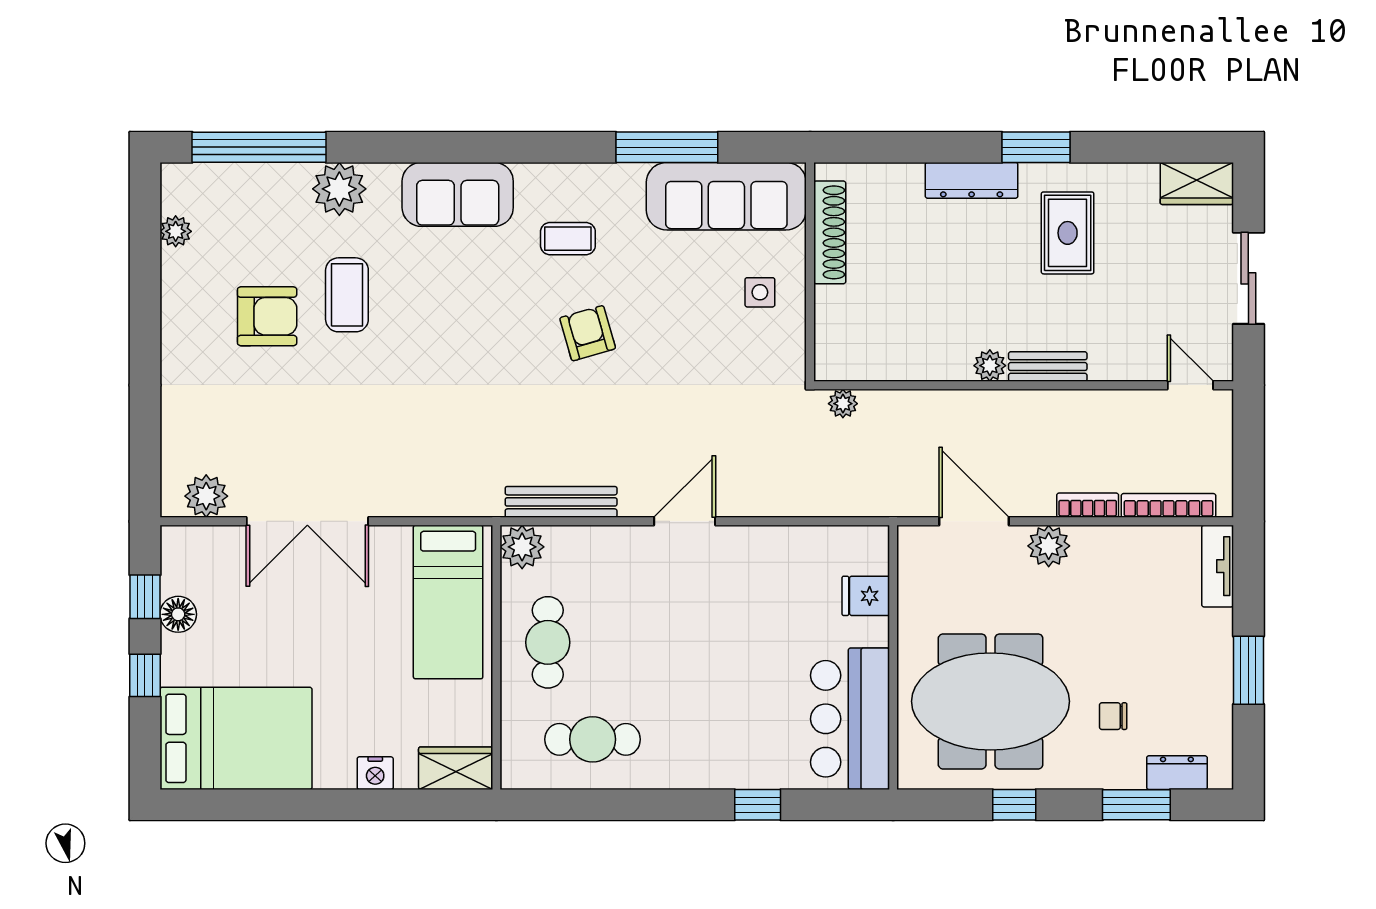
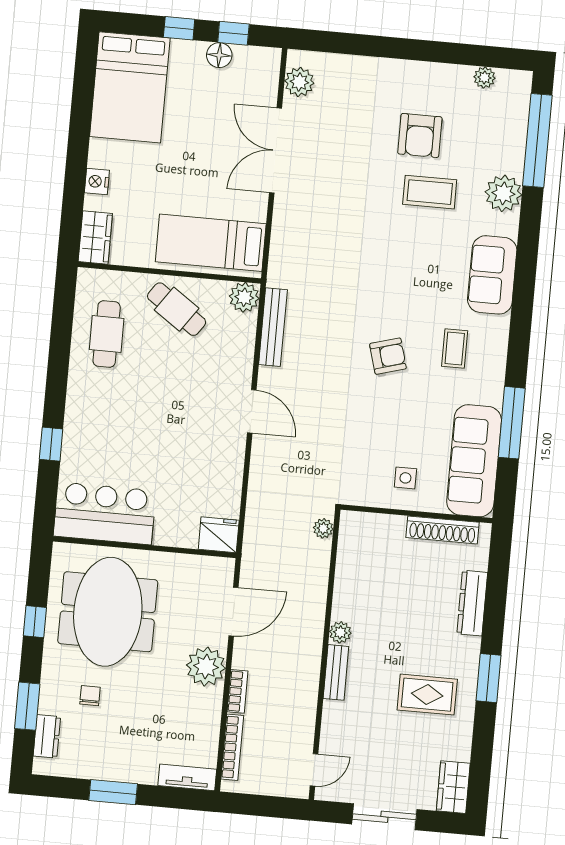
dresser: (972, 180) -> (472, 603), moved
plant: (1049, 546) -> (206, 667), width x1.36, depth x1.36
fridge: (866, 596) -> (219, 535), moved, width x1.38
cafe table: (548, 642) -> (177, 309), turned 35

